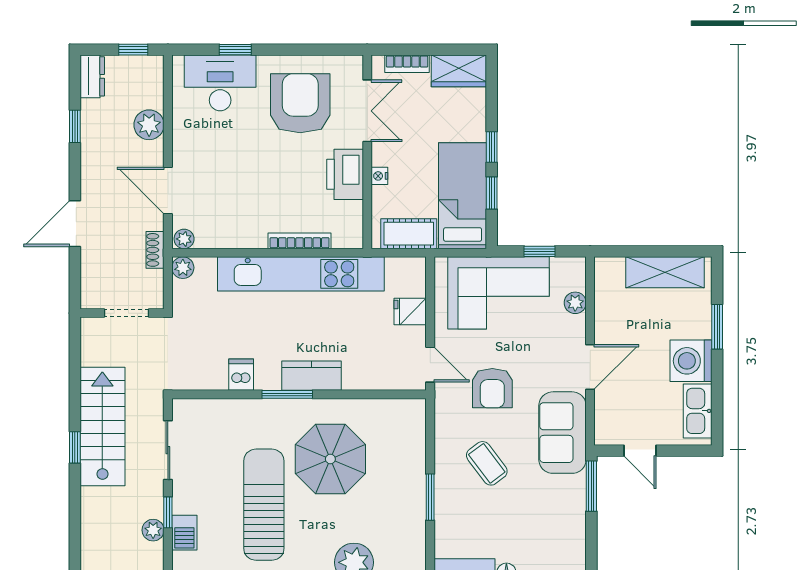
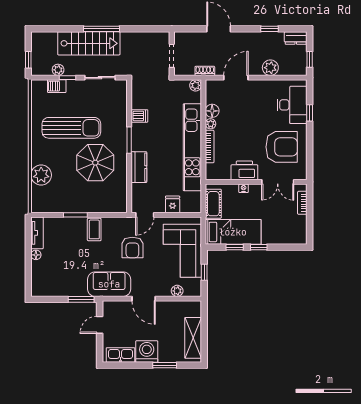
wardrobe: (459, 71) -> (299, 230), removed
floor lamp: (231, 236) -> (212, 111), added
plant: (184, 239) -> (211, 124), moved
kitchen counter: (311, 376) -> (139, 167), moved
armchair: (492, 388) -> (132, 247), turned -90
stairs: (102, 427) -> (89, 43), moved
window: (75, 447) -> (101, 29), width x2.17
coffee table: (487, 463) -> (94, 229), moved, turned -53

